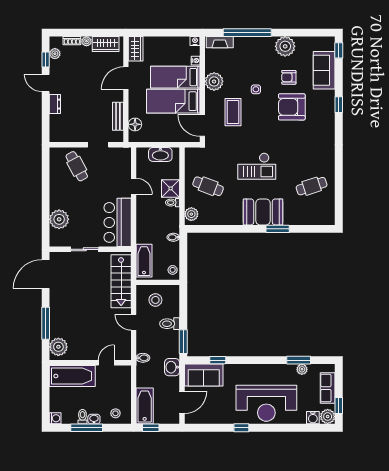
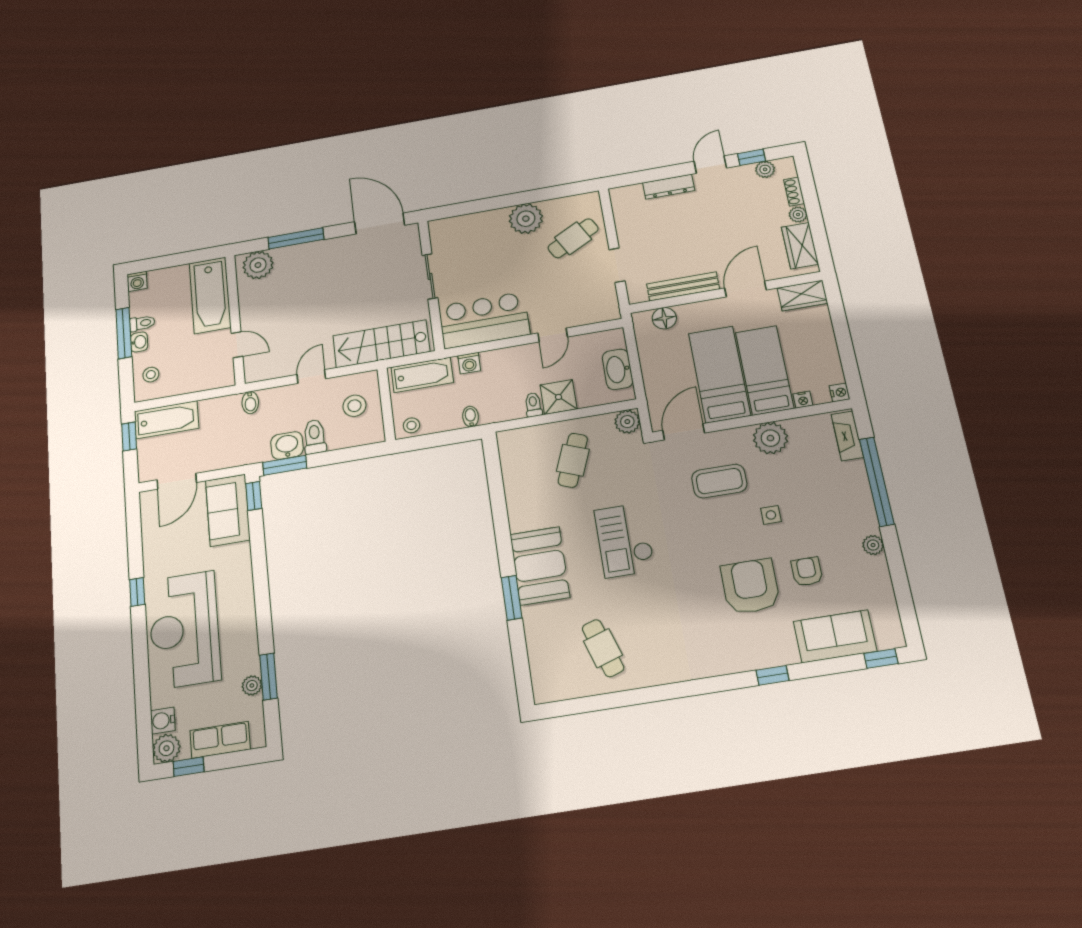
plant: (285, 46) -> (873, 545), width x0.53, depth x0.53
door: (126, 78) -> (745, 289), hinge flipped
dresser: (55, 104) -> (669, 187), width x1.44
bench: (118, 116) -> (683, 286), width x1.36
plant: (191, 214) -> (627, 422), moved
plant: (59, 219) -> (526, 219), moved
washing machine: (142, 234) -> (469, 363), added
window: (218, 360) -> (254, 496), moved
washbasin: (172, 367) -> (287, 445), moved
door: (182, 402) -> (177, 481), hinge flipped

